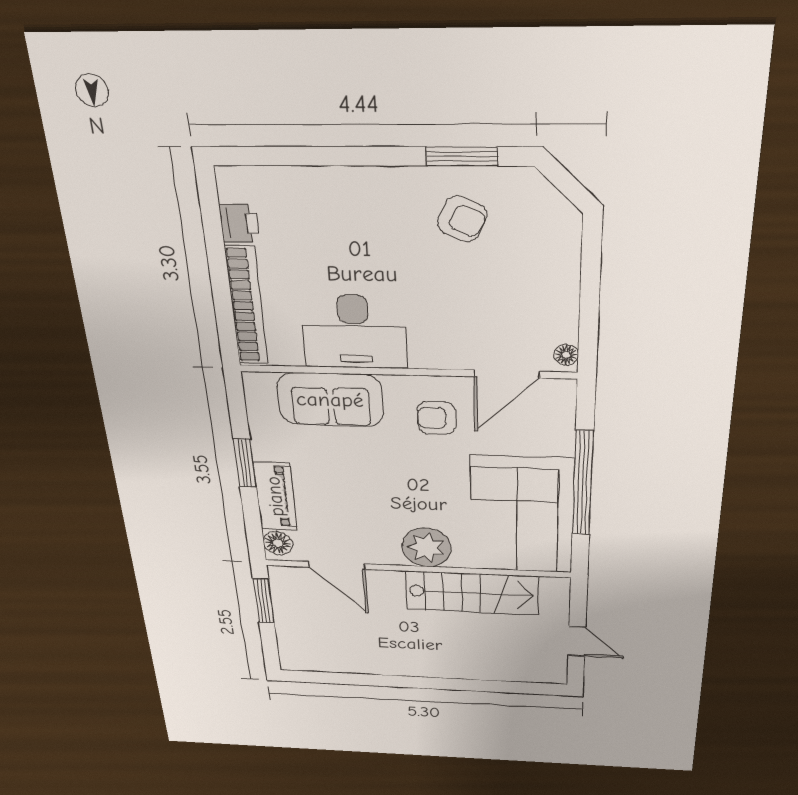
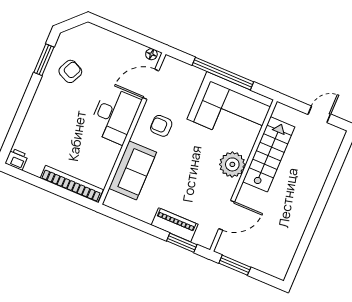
printer: (239, 223) -> (17, 159), moved
desk: (354, 332) -> (115, 115), moved
door: (507, 374) -> (151, 84), swing flipped
armchair: (437, 418) -> (161, 126), turned 90
window: (245, 463) -> (182, 243), moved
floor lamp: (278, 543) -> (202, 238), removed

